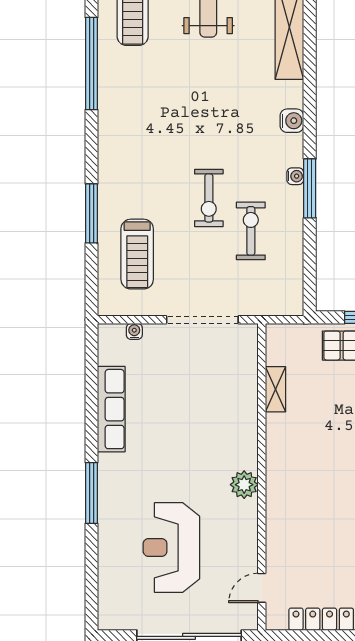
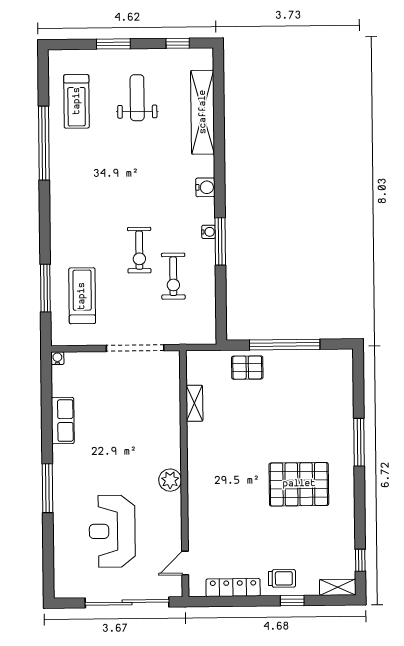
window: (92, 213) -> (45, 288), moved
exercise bike: (251, 231) -> (173, 276), turned 180
treadmill: (137, 254) -> (82, 296), turned 180
water cooler: (134, 331) -> (57, 358), moved
row of seats: (111, 409) -> (63, 421), width x0.68

